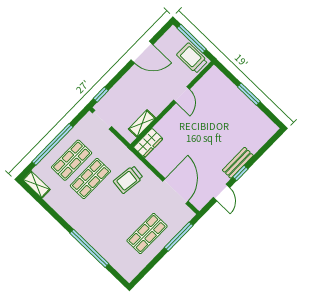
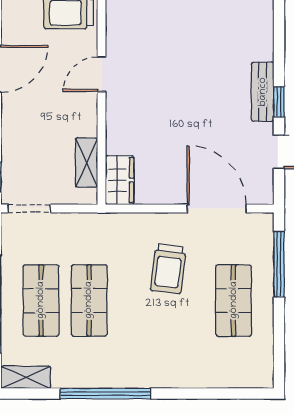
door: (181, 95) -> (102, 74), swing flipped
trolley: (128, 180) -> (168, 269), moved
window: (89, 248) -> (105, 394), moved

